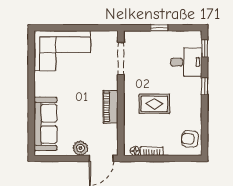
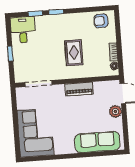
window: (205, 48) -> (35, 14), moved
desk: (186, 62) -> (23, 30), moved
armchair: (190, 139) -> (101, 21), turned 86

